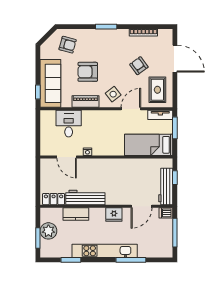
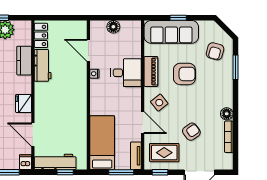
window: (106, 27) -> (235, 67), moved
floor lamp: (123, 34) -> (227, 114), added
armchair: (88, 72) -> (184, 74), turned 90
window: (38, 92) -> (178, 18), moved
window: (175, 94) -> (160, 172), added
desk: (69, 124) -> (126, 73), moved
floor lamp: (46, 135) -> (113, 27), added
door: (67, 157) -> (88, 50), hinge flipped
workbench: (85, 198) -> (43, 65), width x0.73

